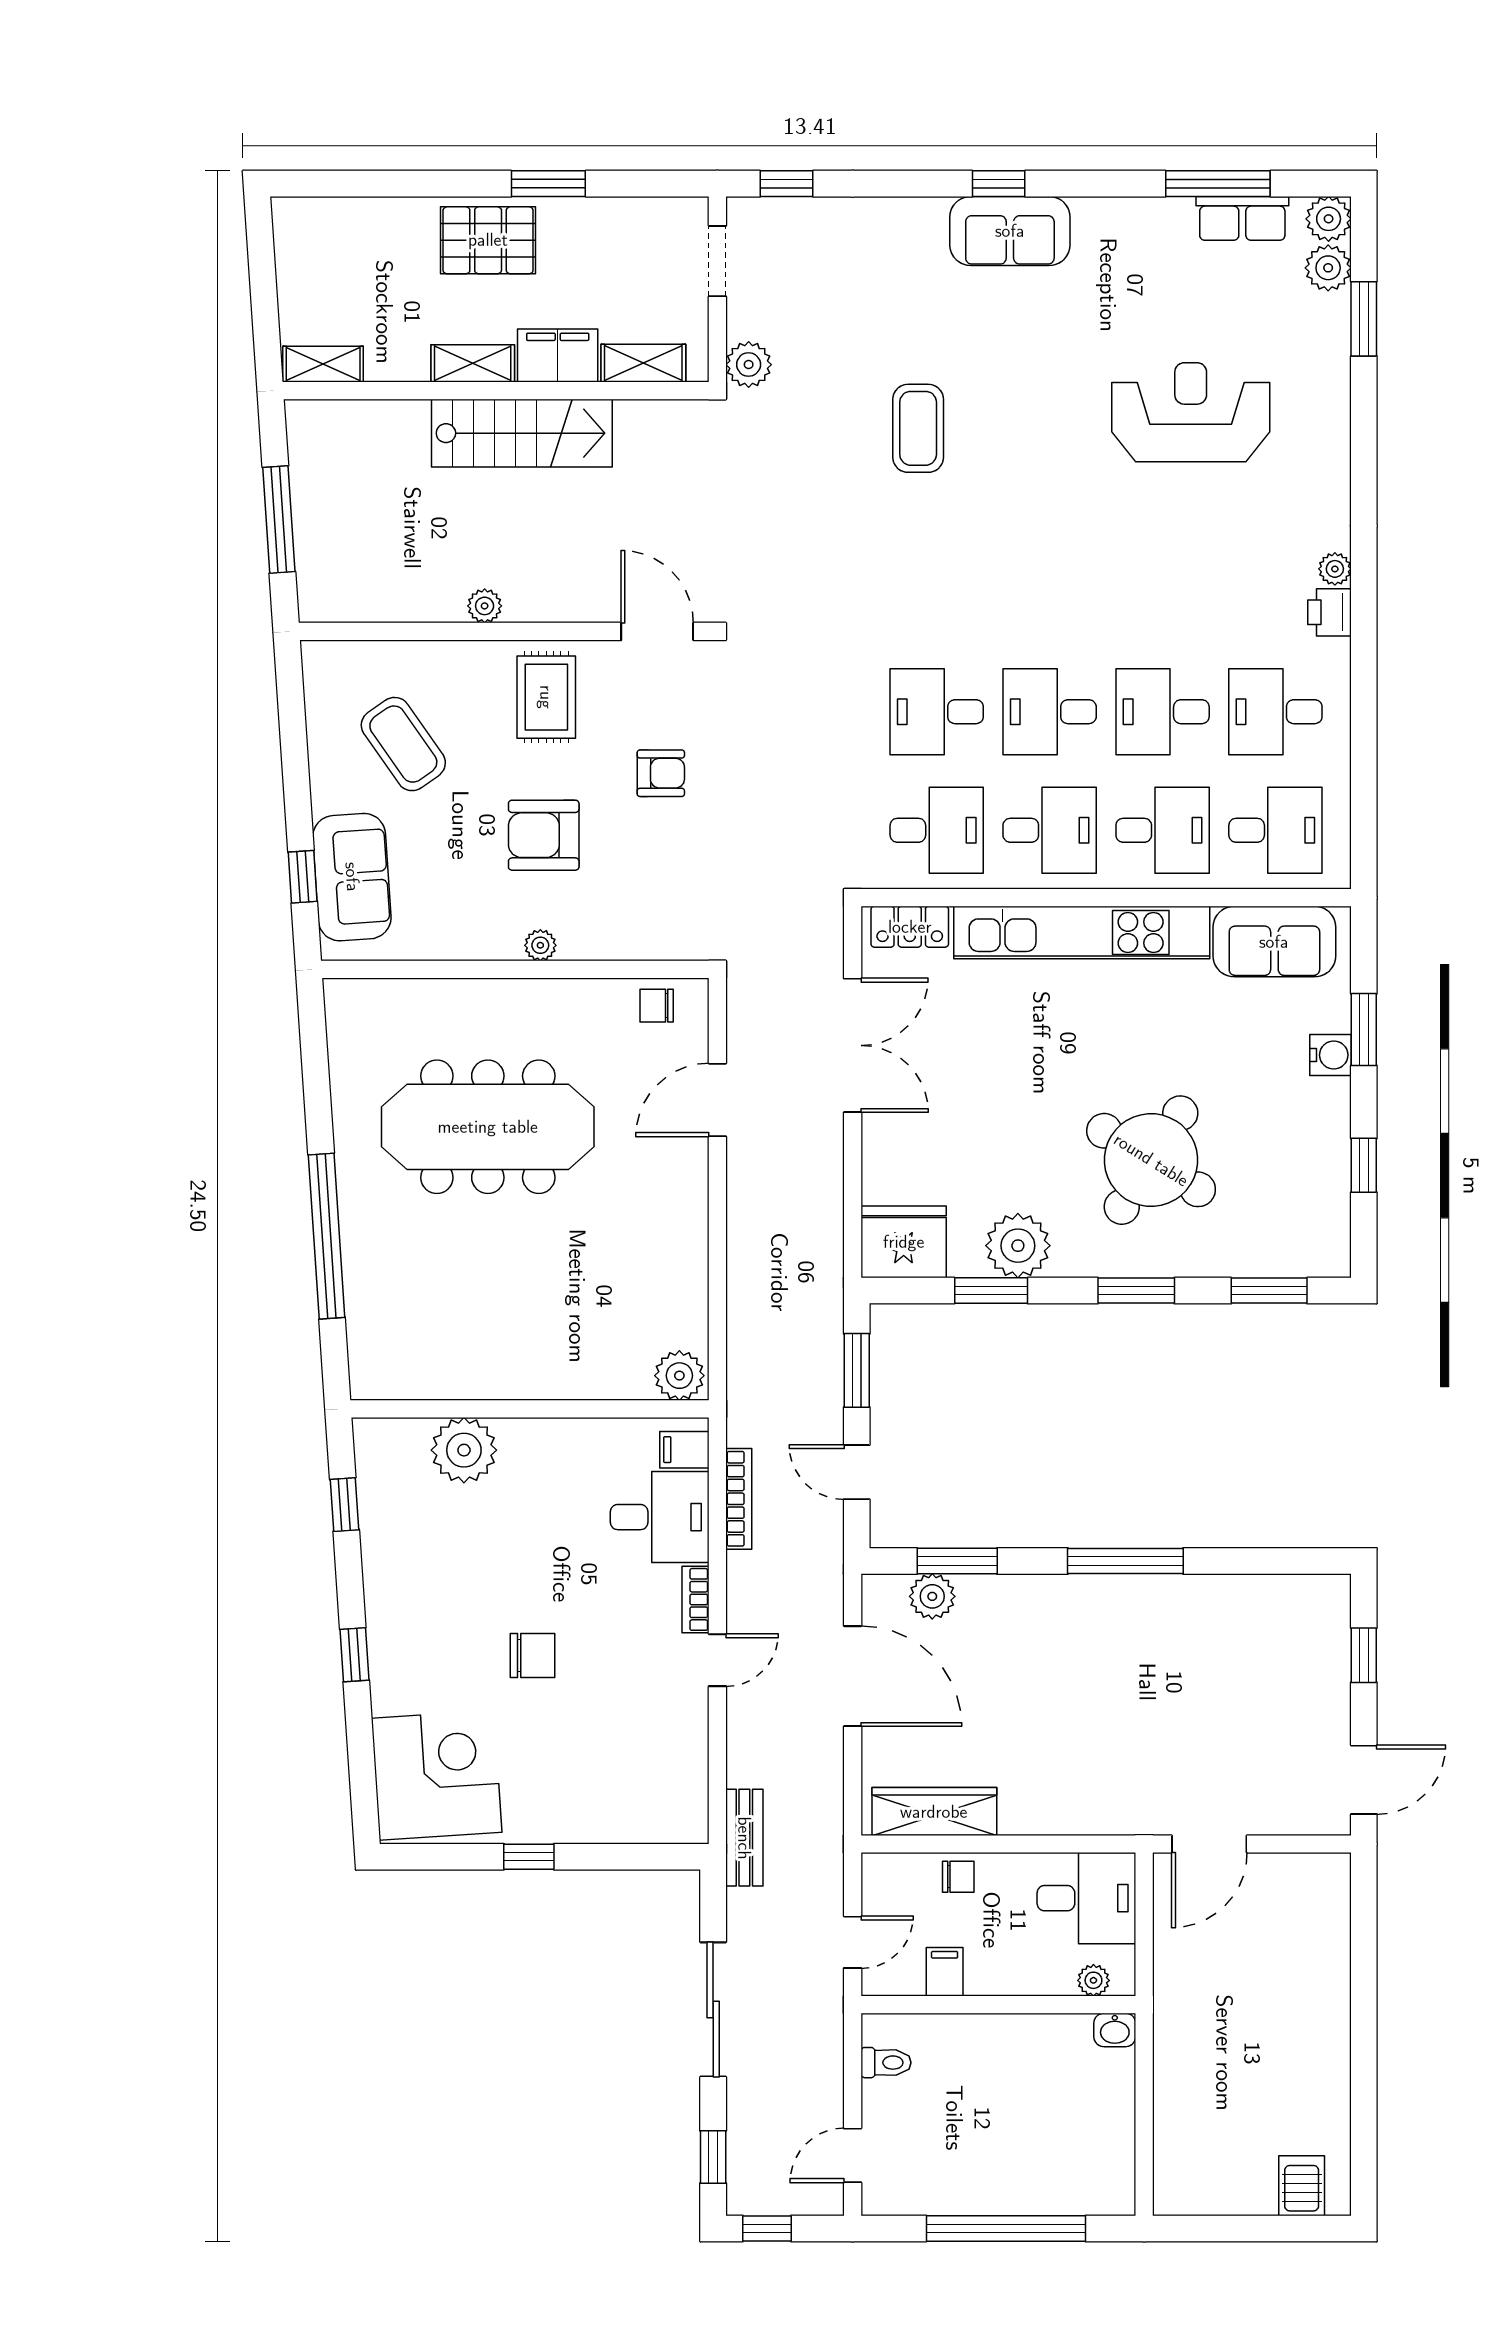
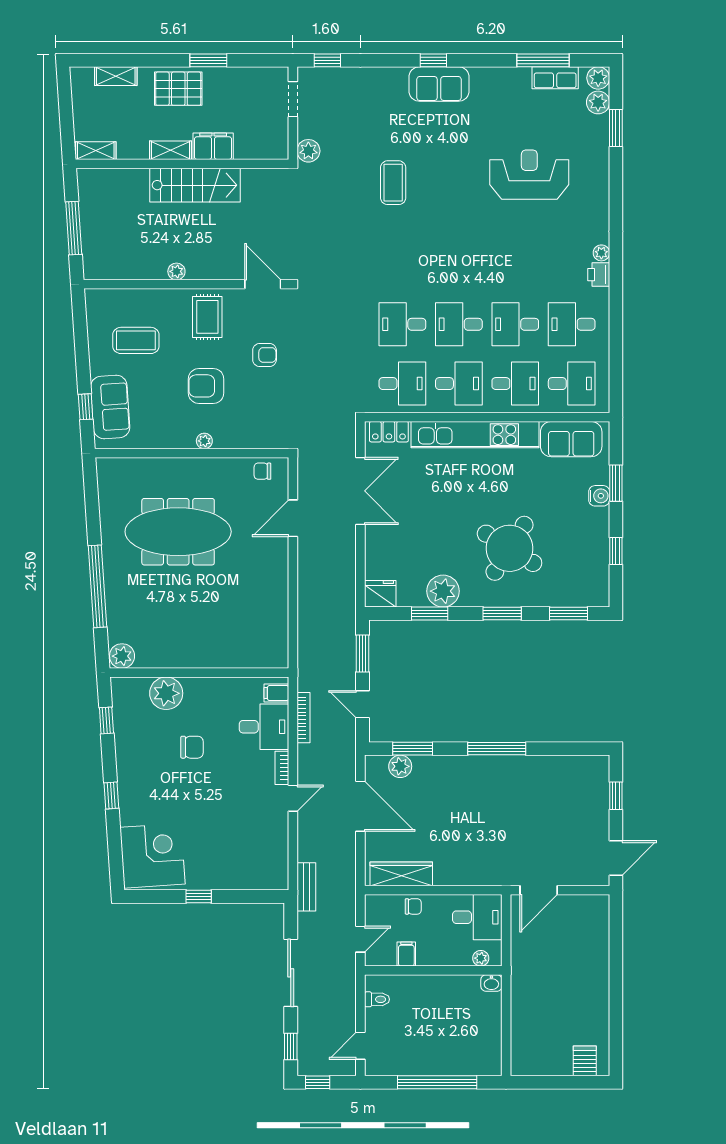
shelving: (643, 363) -> (116, 76), moved
coffee table: (403, 744) -> (136, 340), turned -55
fridge: (904, 1242) -> (380, 594), width x0.73, depth x0.75
plant: (679, 1376) -> (122, 656), moved
chair: (532, 1655) -> (192, 747), moved

